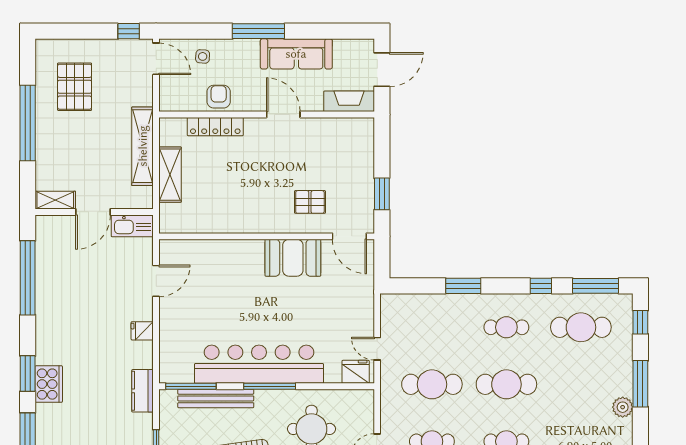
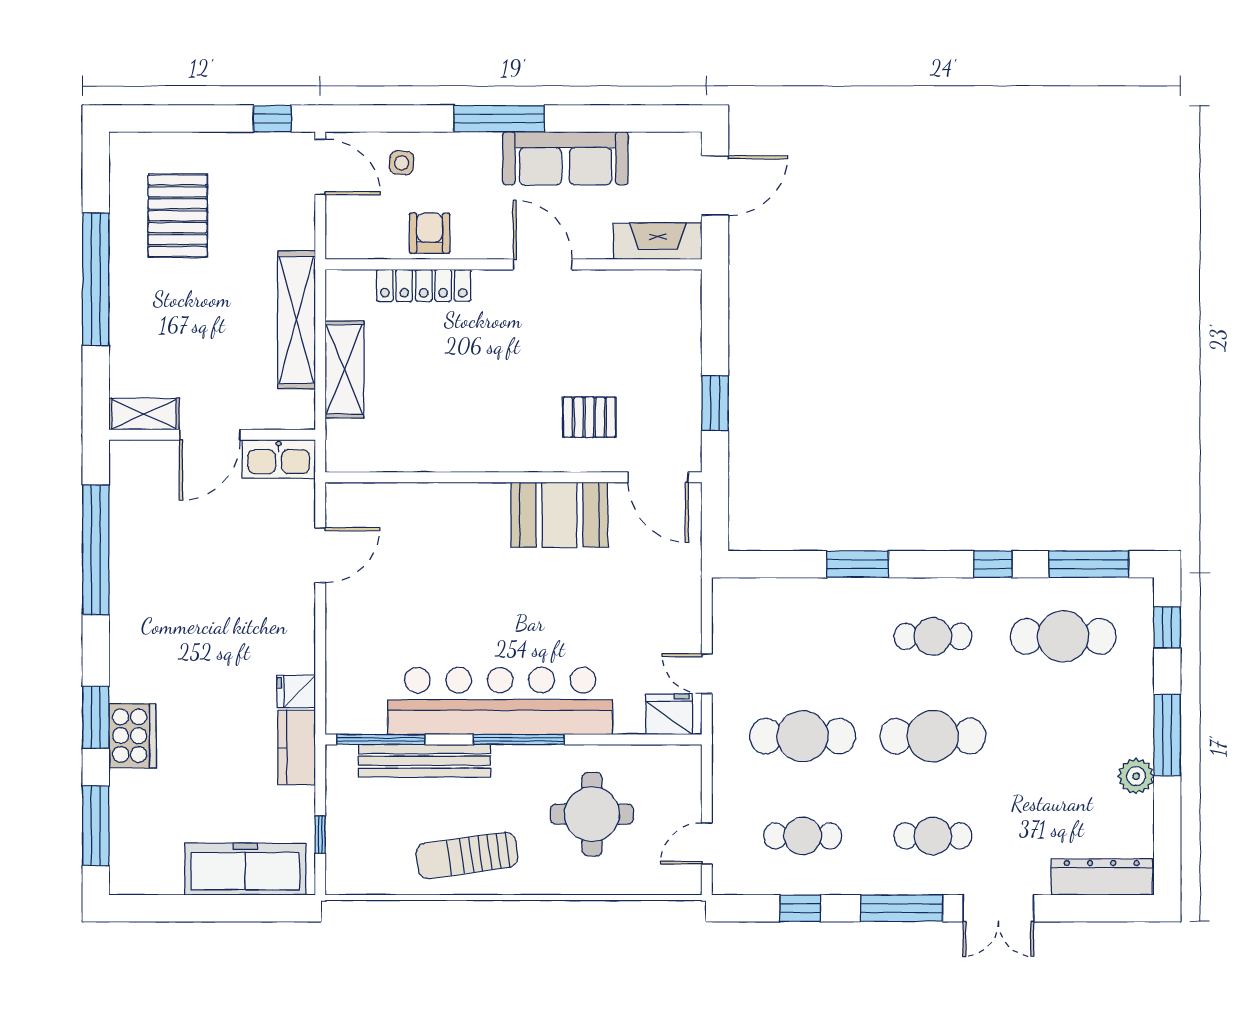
fridge: (142, 331) -> (296, 691), moved

